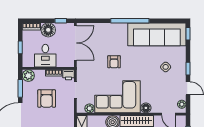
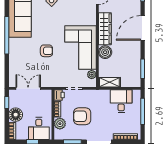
double door: (75, 43) -> (28, 88), width x0.73
desk: (45, 56) -> (39, 129), moved, turned 90
plant: (28, 76) -> (60, 124), moved
armchair: (47, 99) -> (82, 116), turned 180
floor lamp: (146, 108) -> (91, 20), removed

